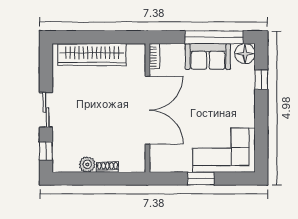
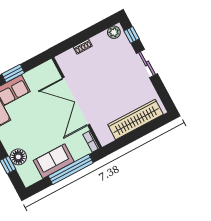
window: (214, 37) -> (71, 169), moved
floor lamp: (245, 54) -> (18, 157), moved
plant: (87, 164) -> (114, 32), moved

